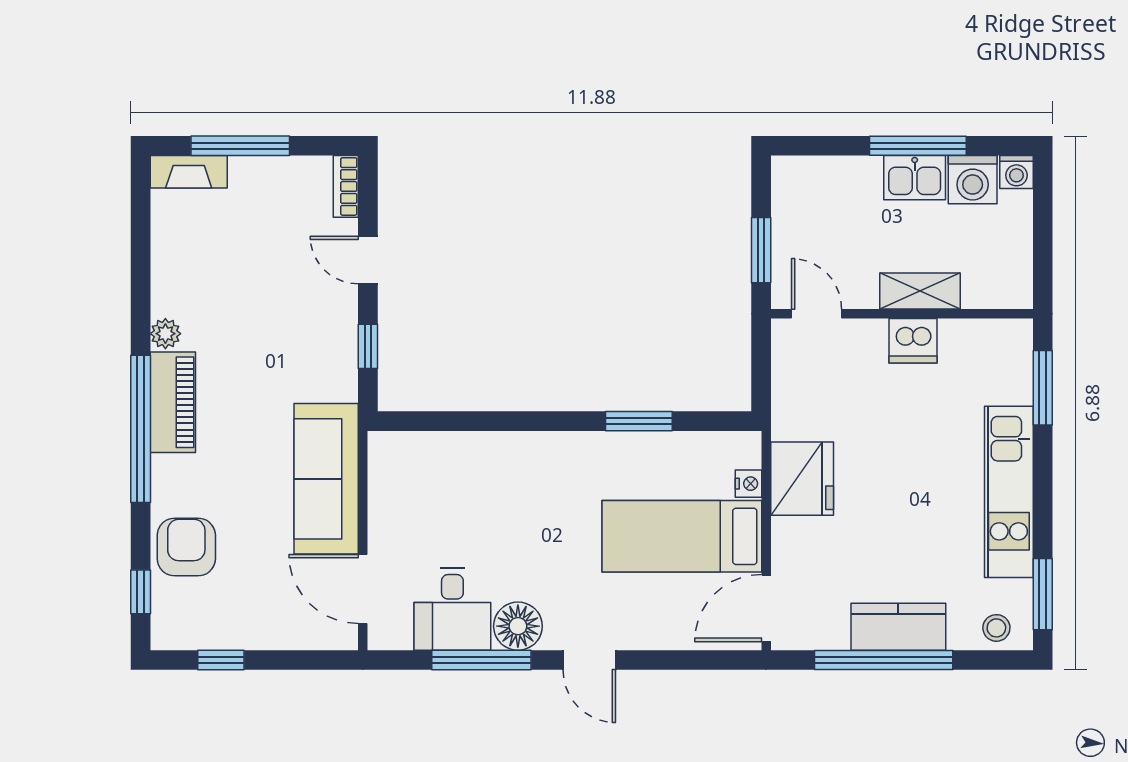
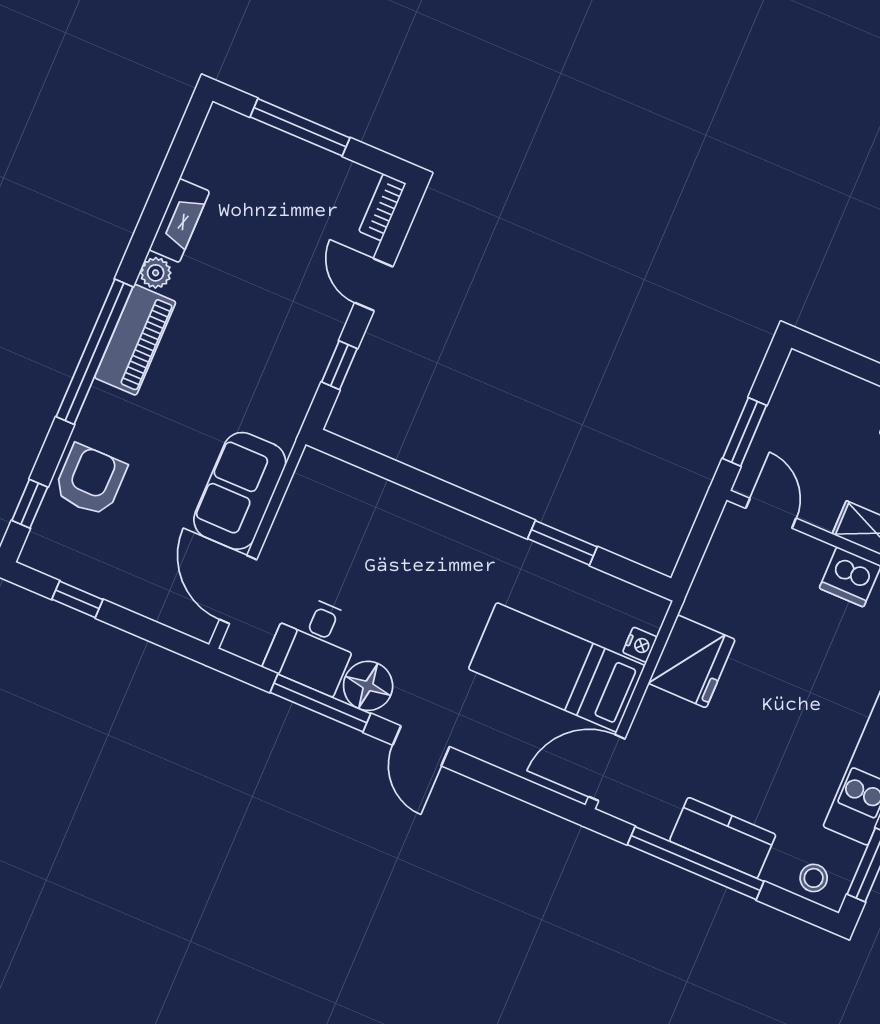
fireplace: (189, 172) -> (179, 220), moved, turned -90
sofa: (326, 479) -> (240, 491), width x0.73

